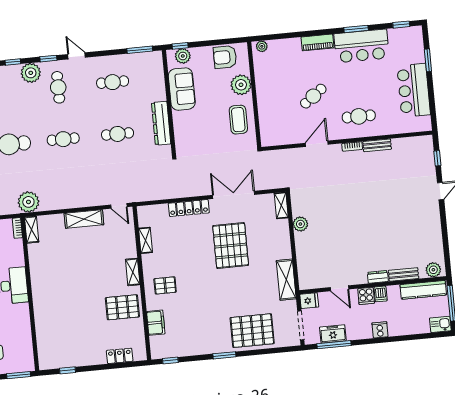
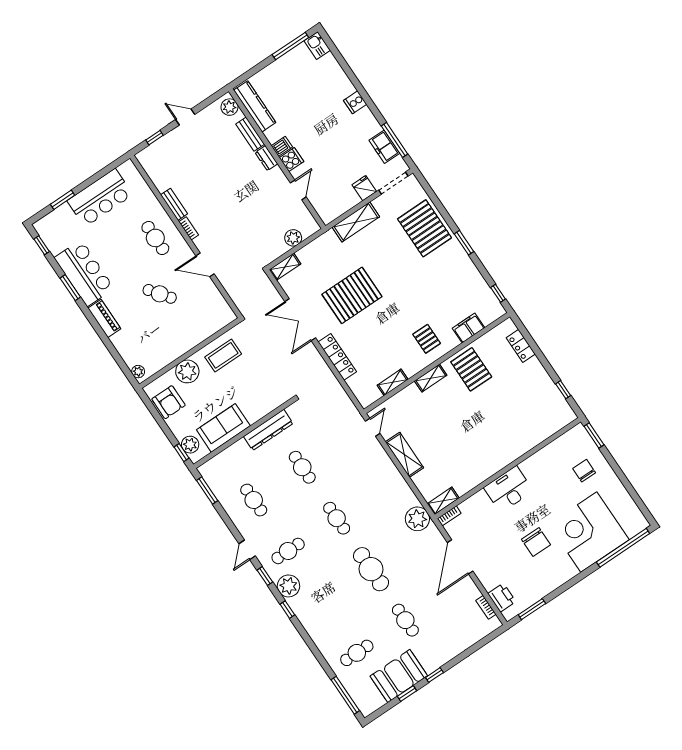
plant: (433, 270) -> (229, 107), moved
bench: (404, 274) -> (250, 134), moved
dresser: (378, 277) -> (266, 158), moved
wall: (373, 285) -> (277, 159), moved
door: (340, 288) -> (298, 190), moved
kitchen counter: (423, 290) -> (255, 106), moved
dishwasher: (381, 294) -> (282, 146), moved
cooker: (366, 296) -> (291, 160), moved

